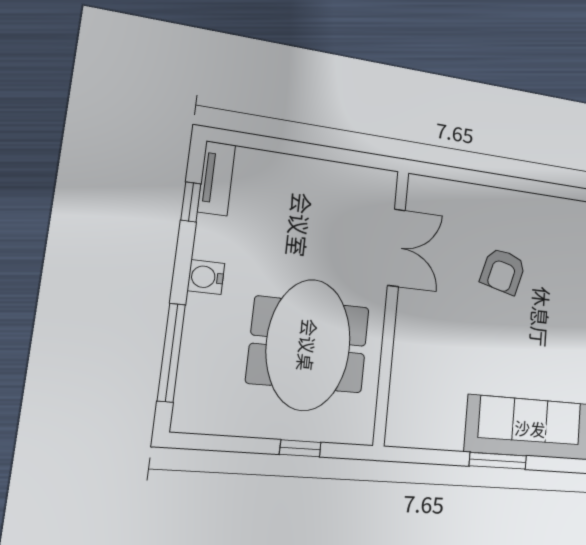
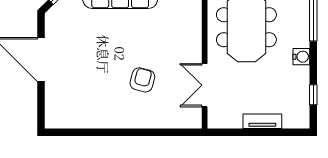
tv unit: (217, 178) -> (262, 121), moved, turned 90

